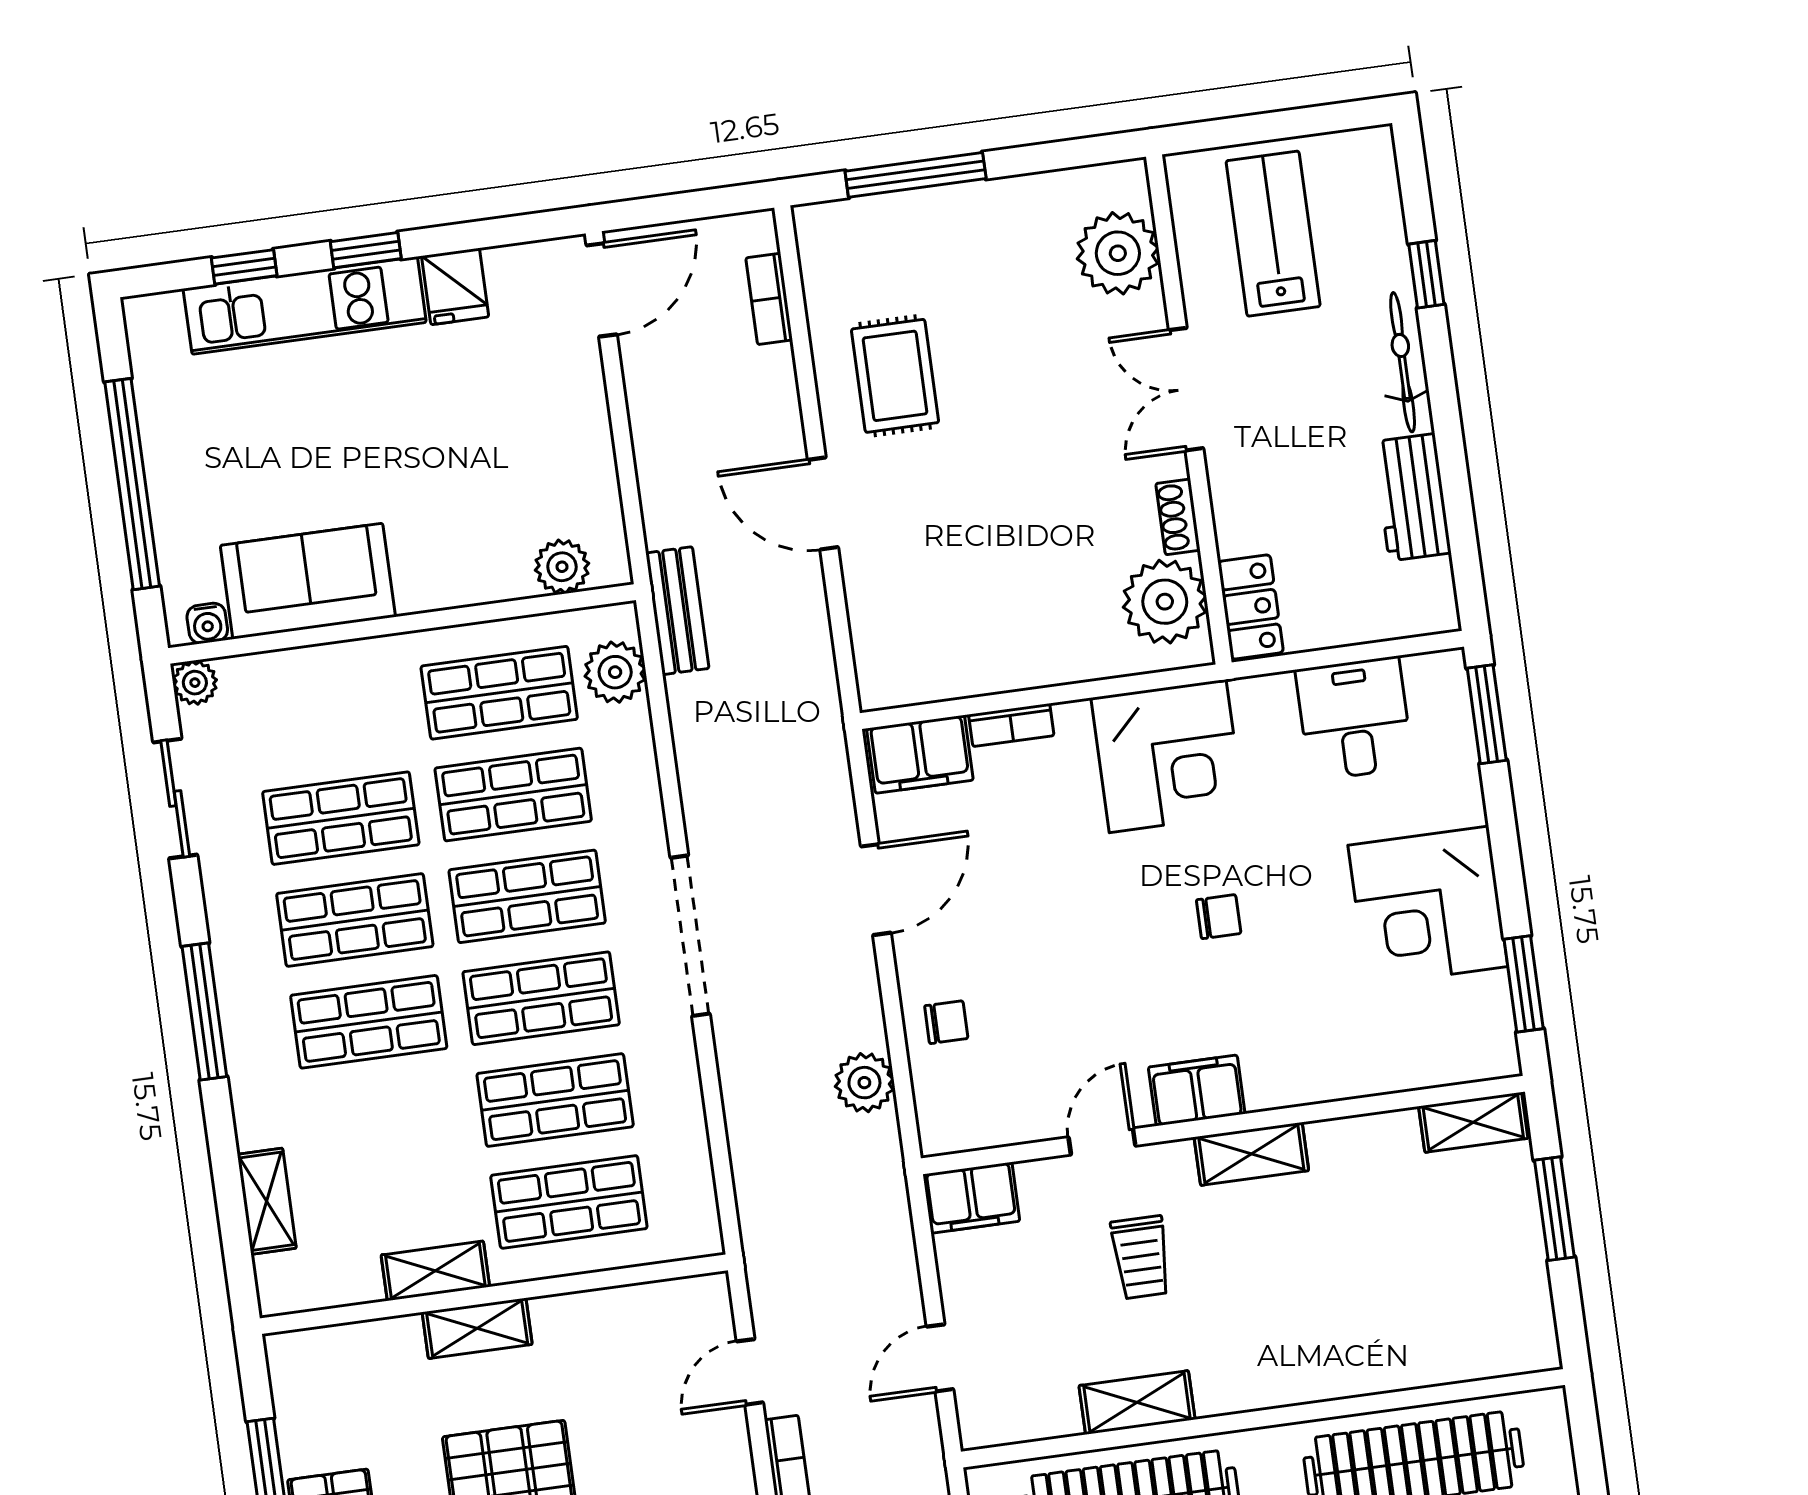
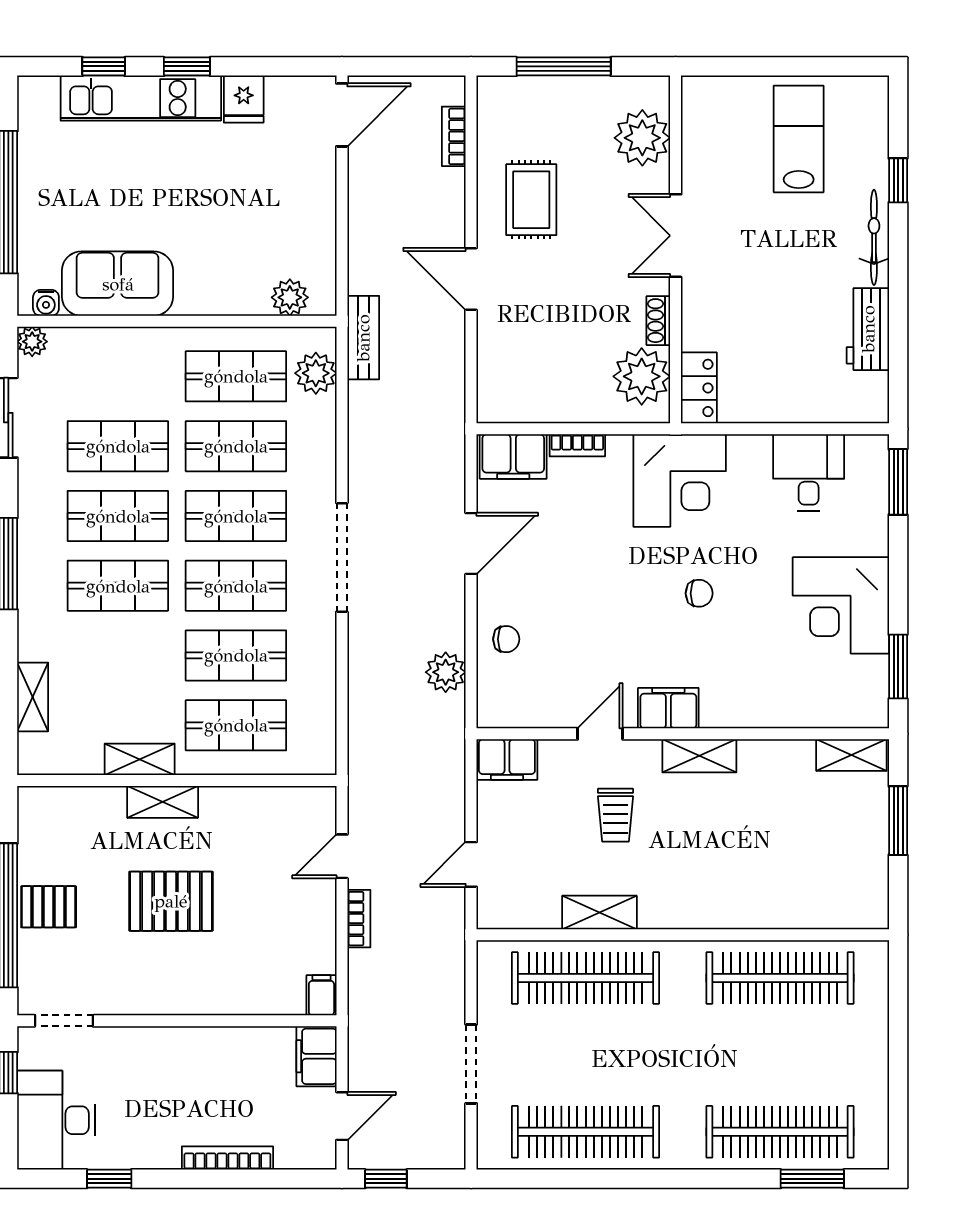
plant: (1118, 253) -> (642, 138), moved
double door: (1186, 389) -> (676, 236), moved
wall: (1189, 409) -> (676, 249), moved
shoe rack: (1178, 517) -> (658, 321), moved
plant: (1165, 602) -> (642, 376), moved
locker: (1251, 607) -> (699, 388), moved

